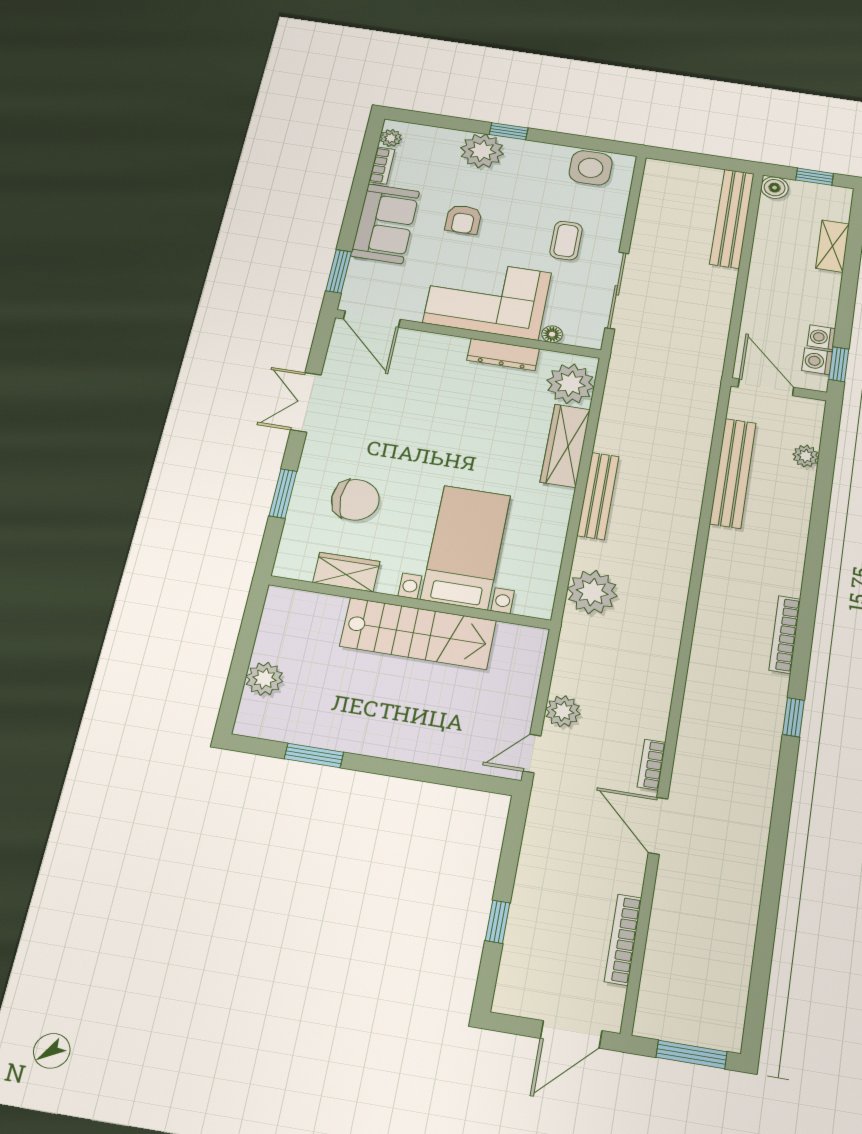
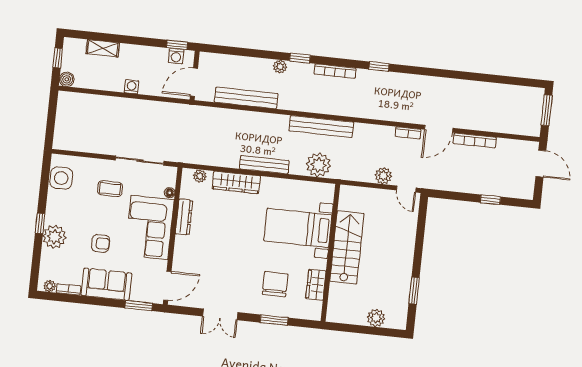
bench: (732, 219) -> (321, 126), moved
washing machine: (821, 337) -> (131, 87), moved, turned 180
plant: (570, 384) -> (200, 176), width x0.53, depth x0.53
plant: (806, 456) -> (280, 67), moved
window: (812, 572) -> (300, 58), added
bookcase: (623, 939) -> (475, 140), moved

